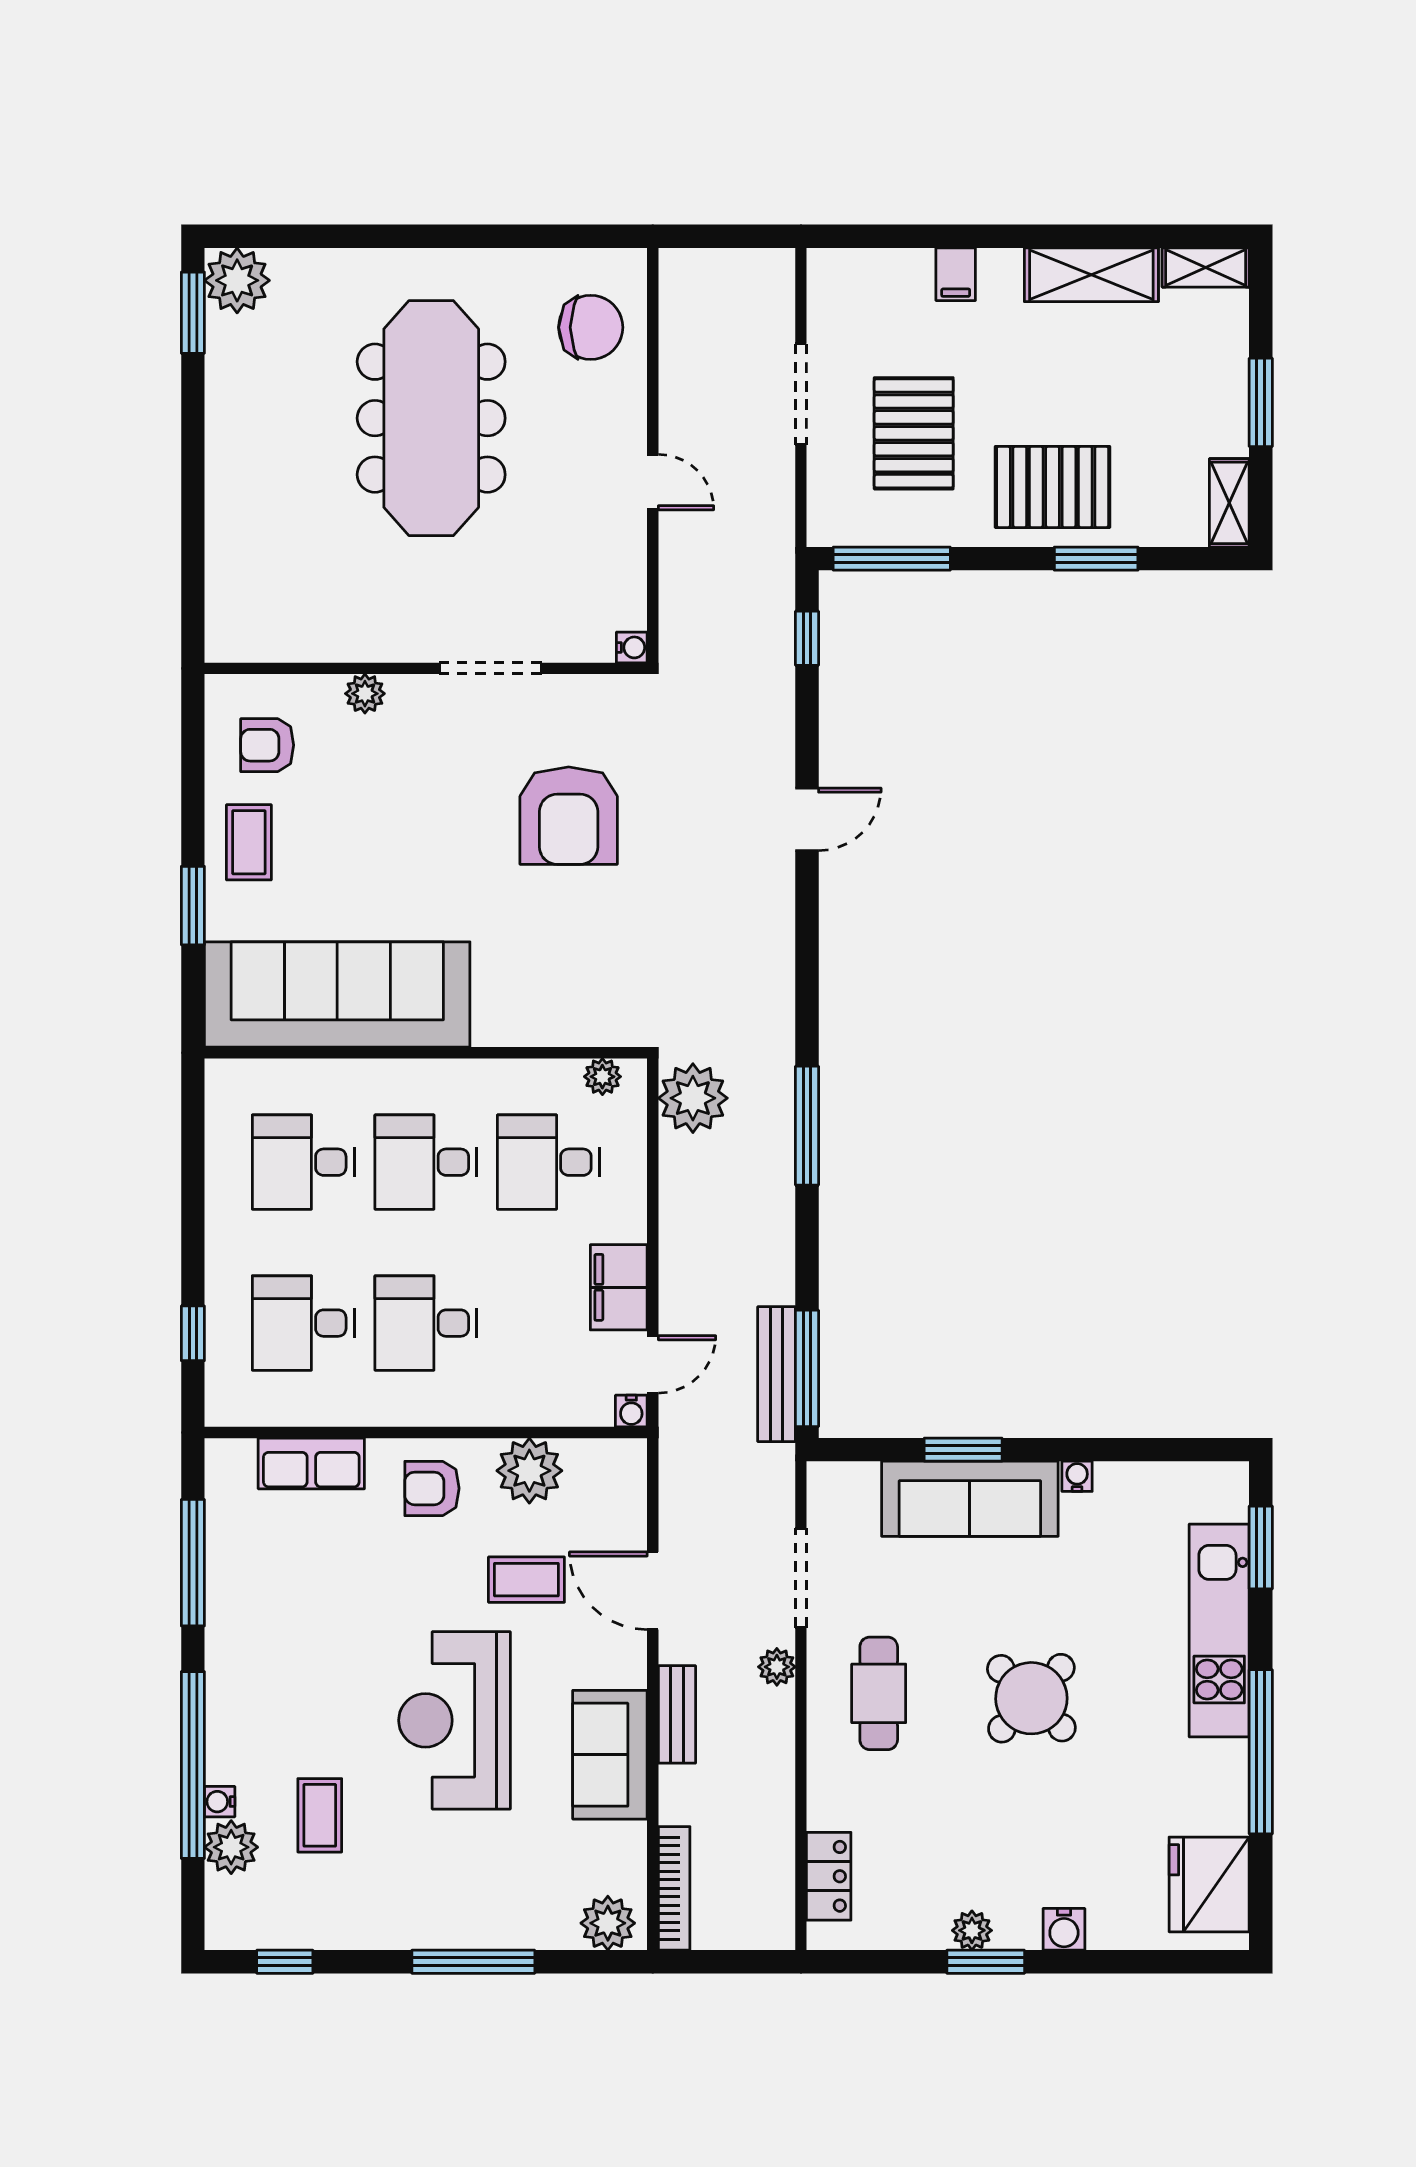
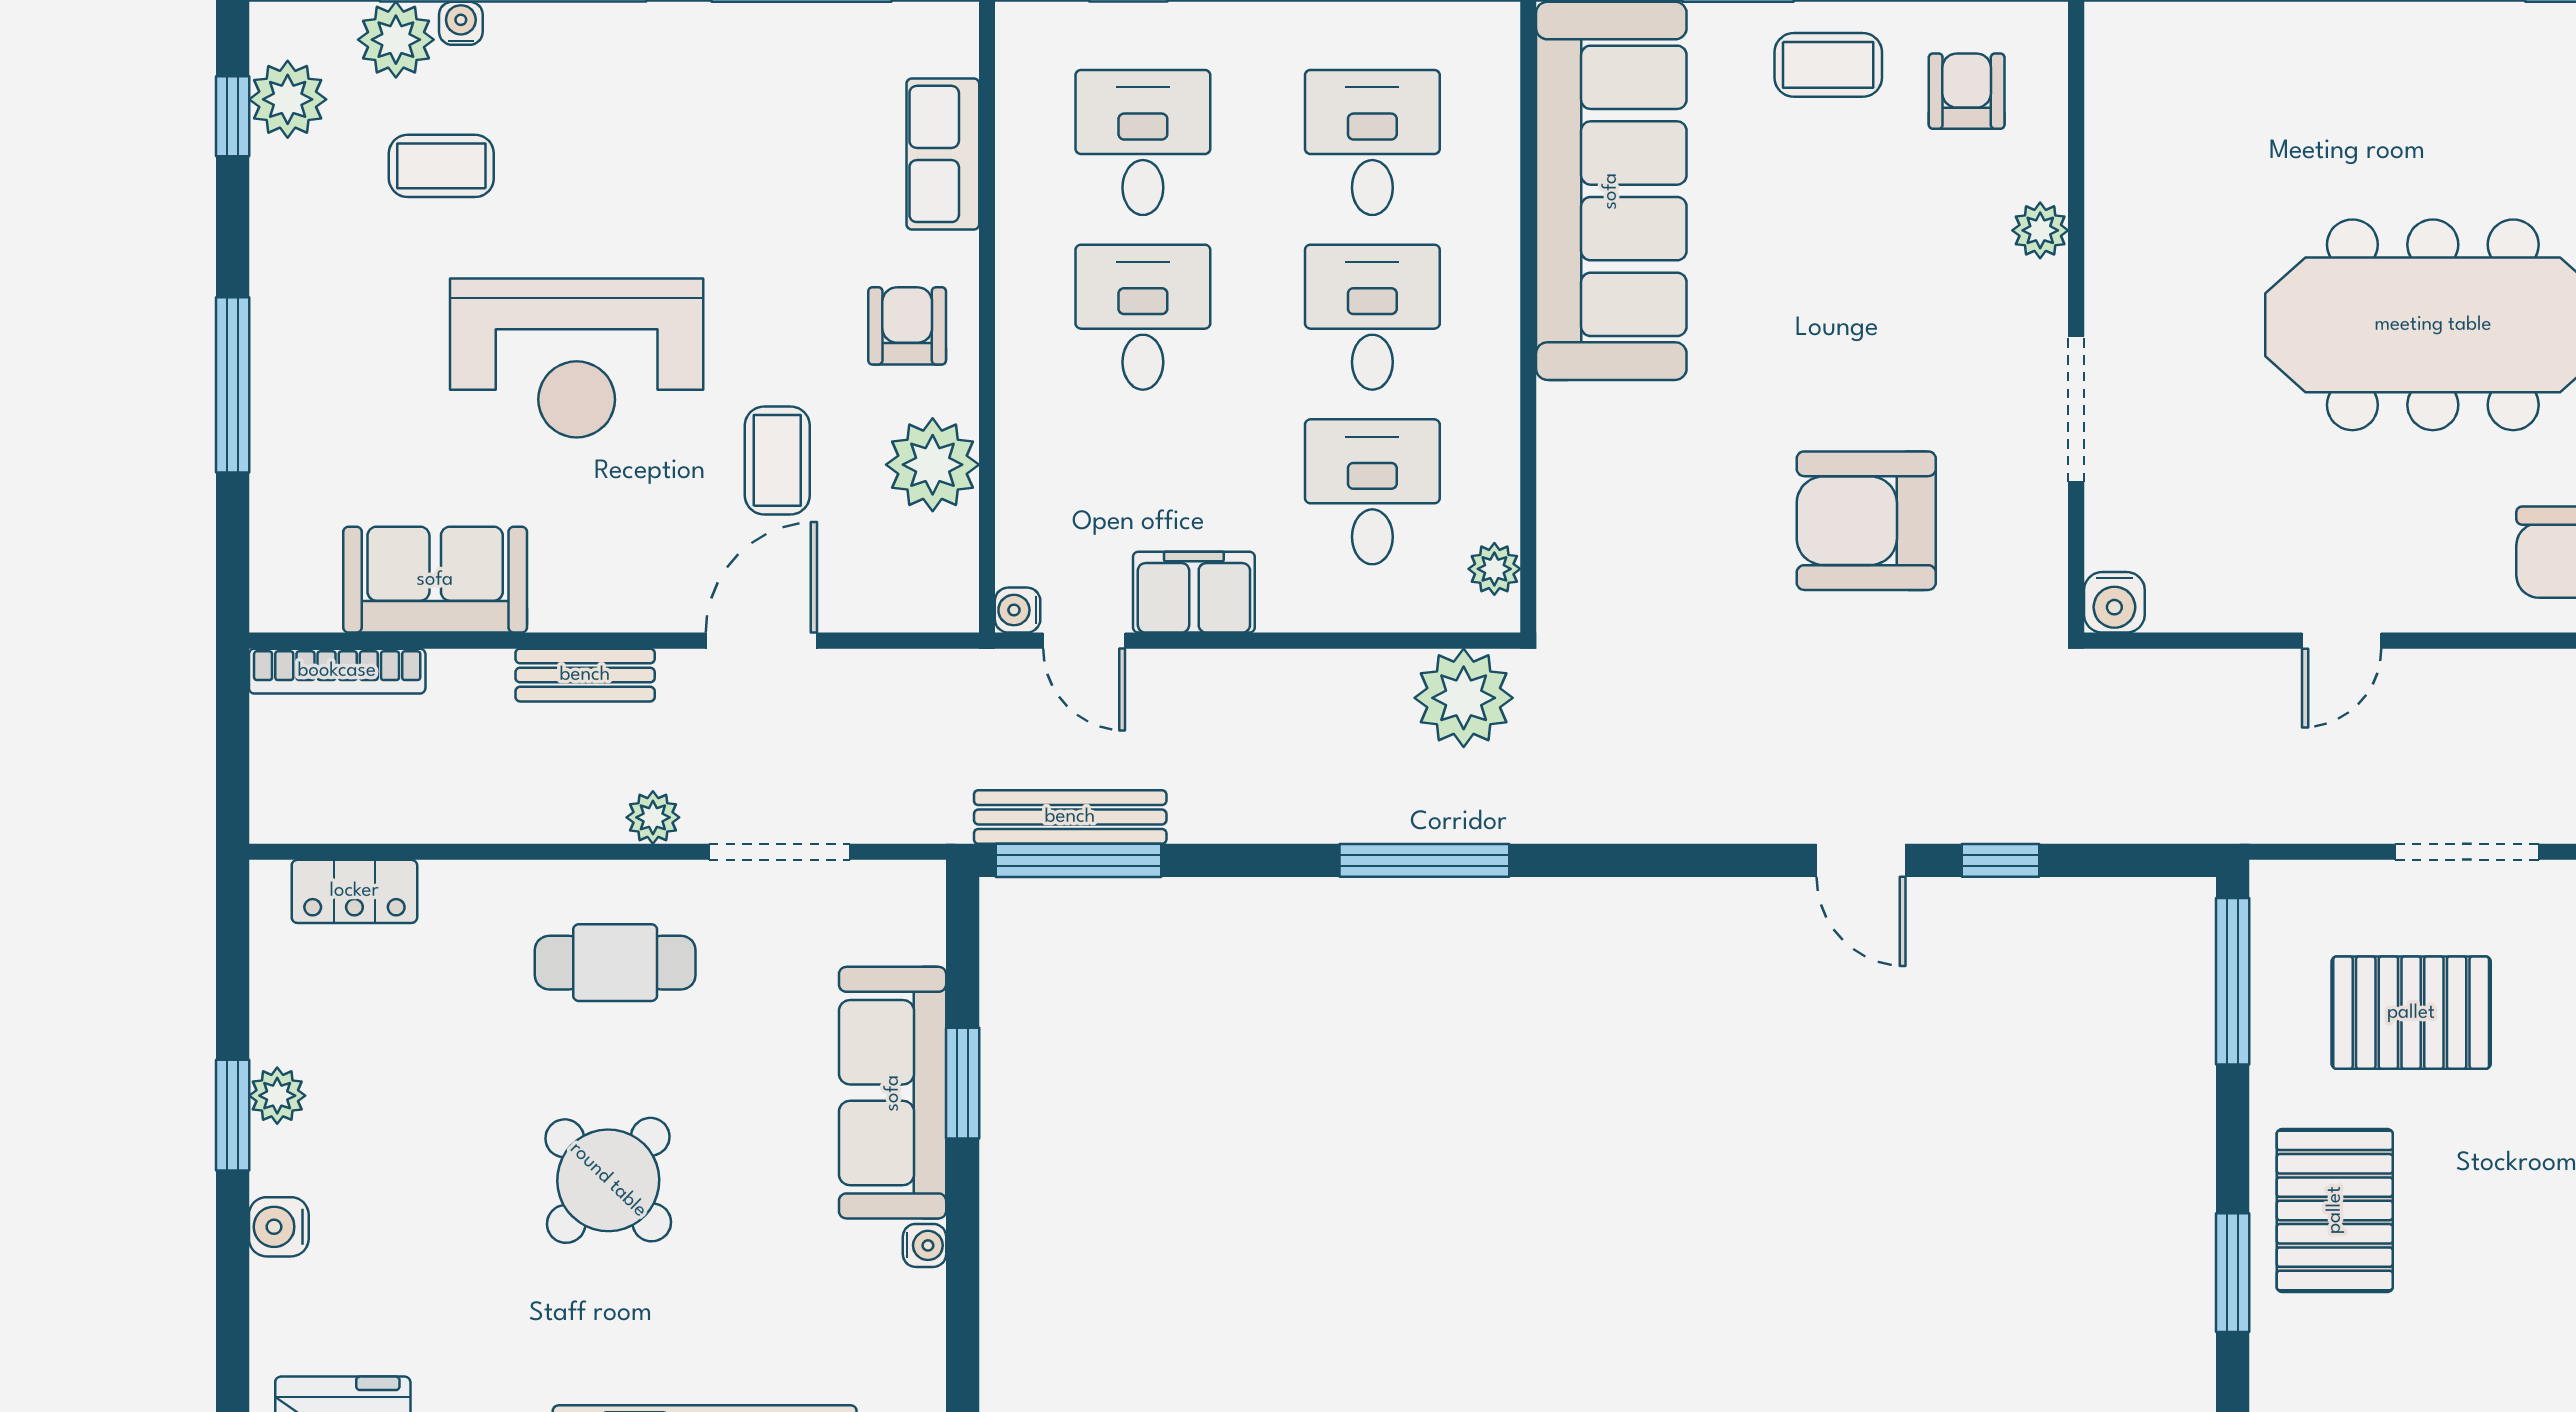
window: (807, 638) -> (2001, 860), moved
water cooler: (632, 647) -> (2114, 602), width x1.38, depth x1.38
reception desk: (454, 1720) -> (577, 358), turned 180
sofa: (610, 1755) -> (435, 580), moved
plant: (608, 1923) -> (288, 99), moved

